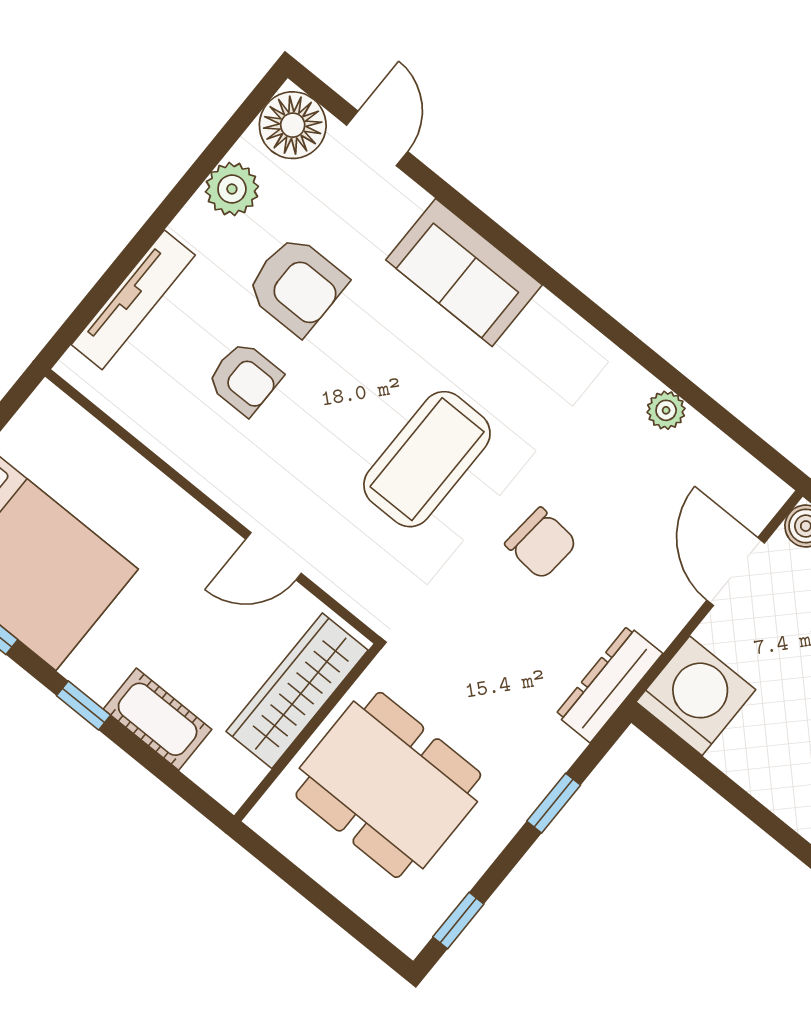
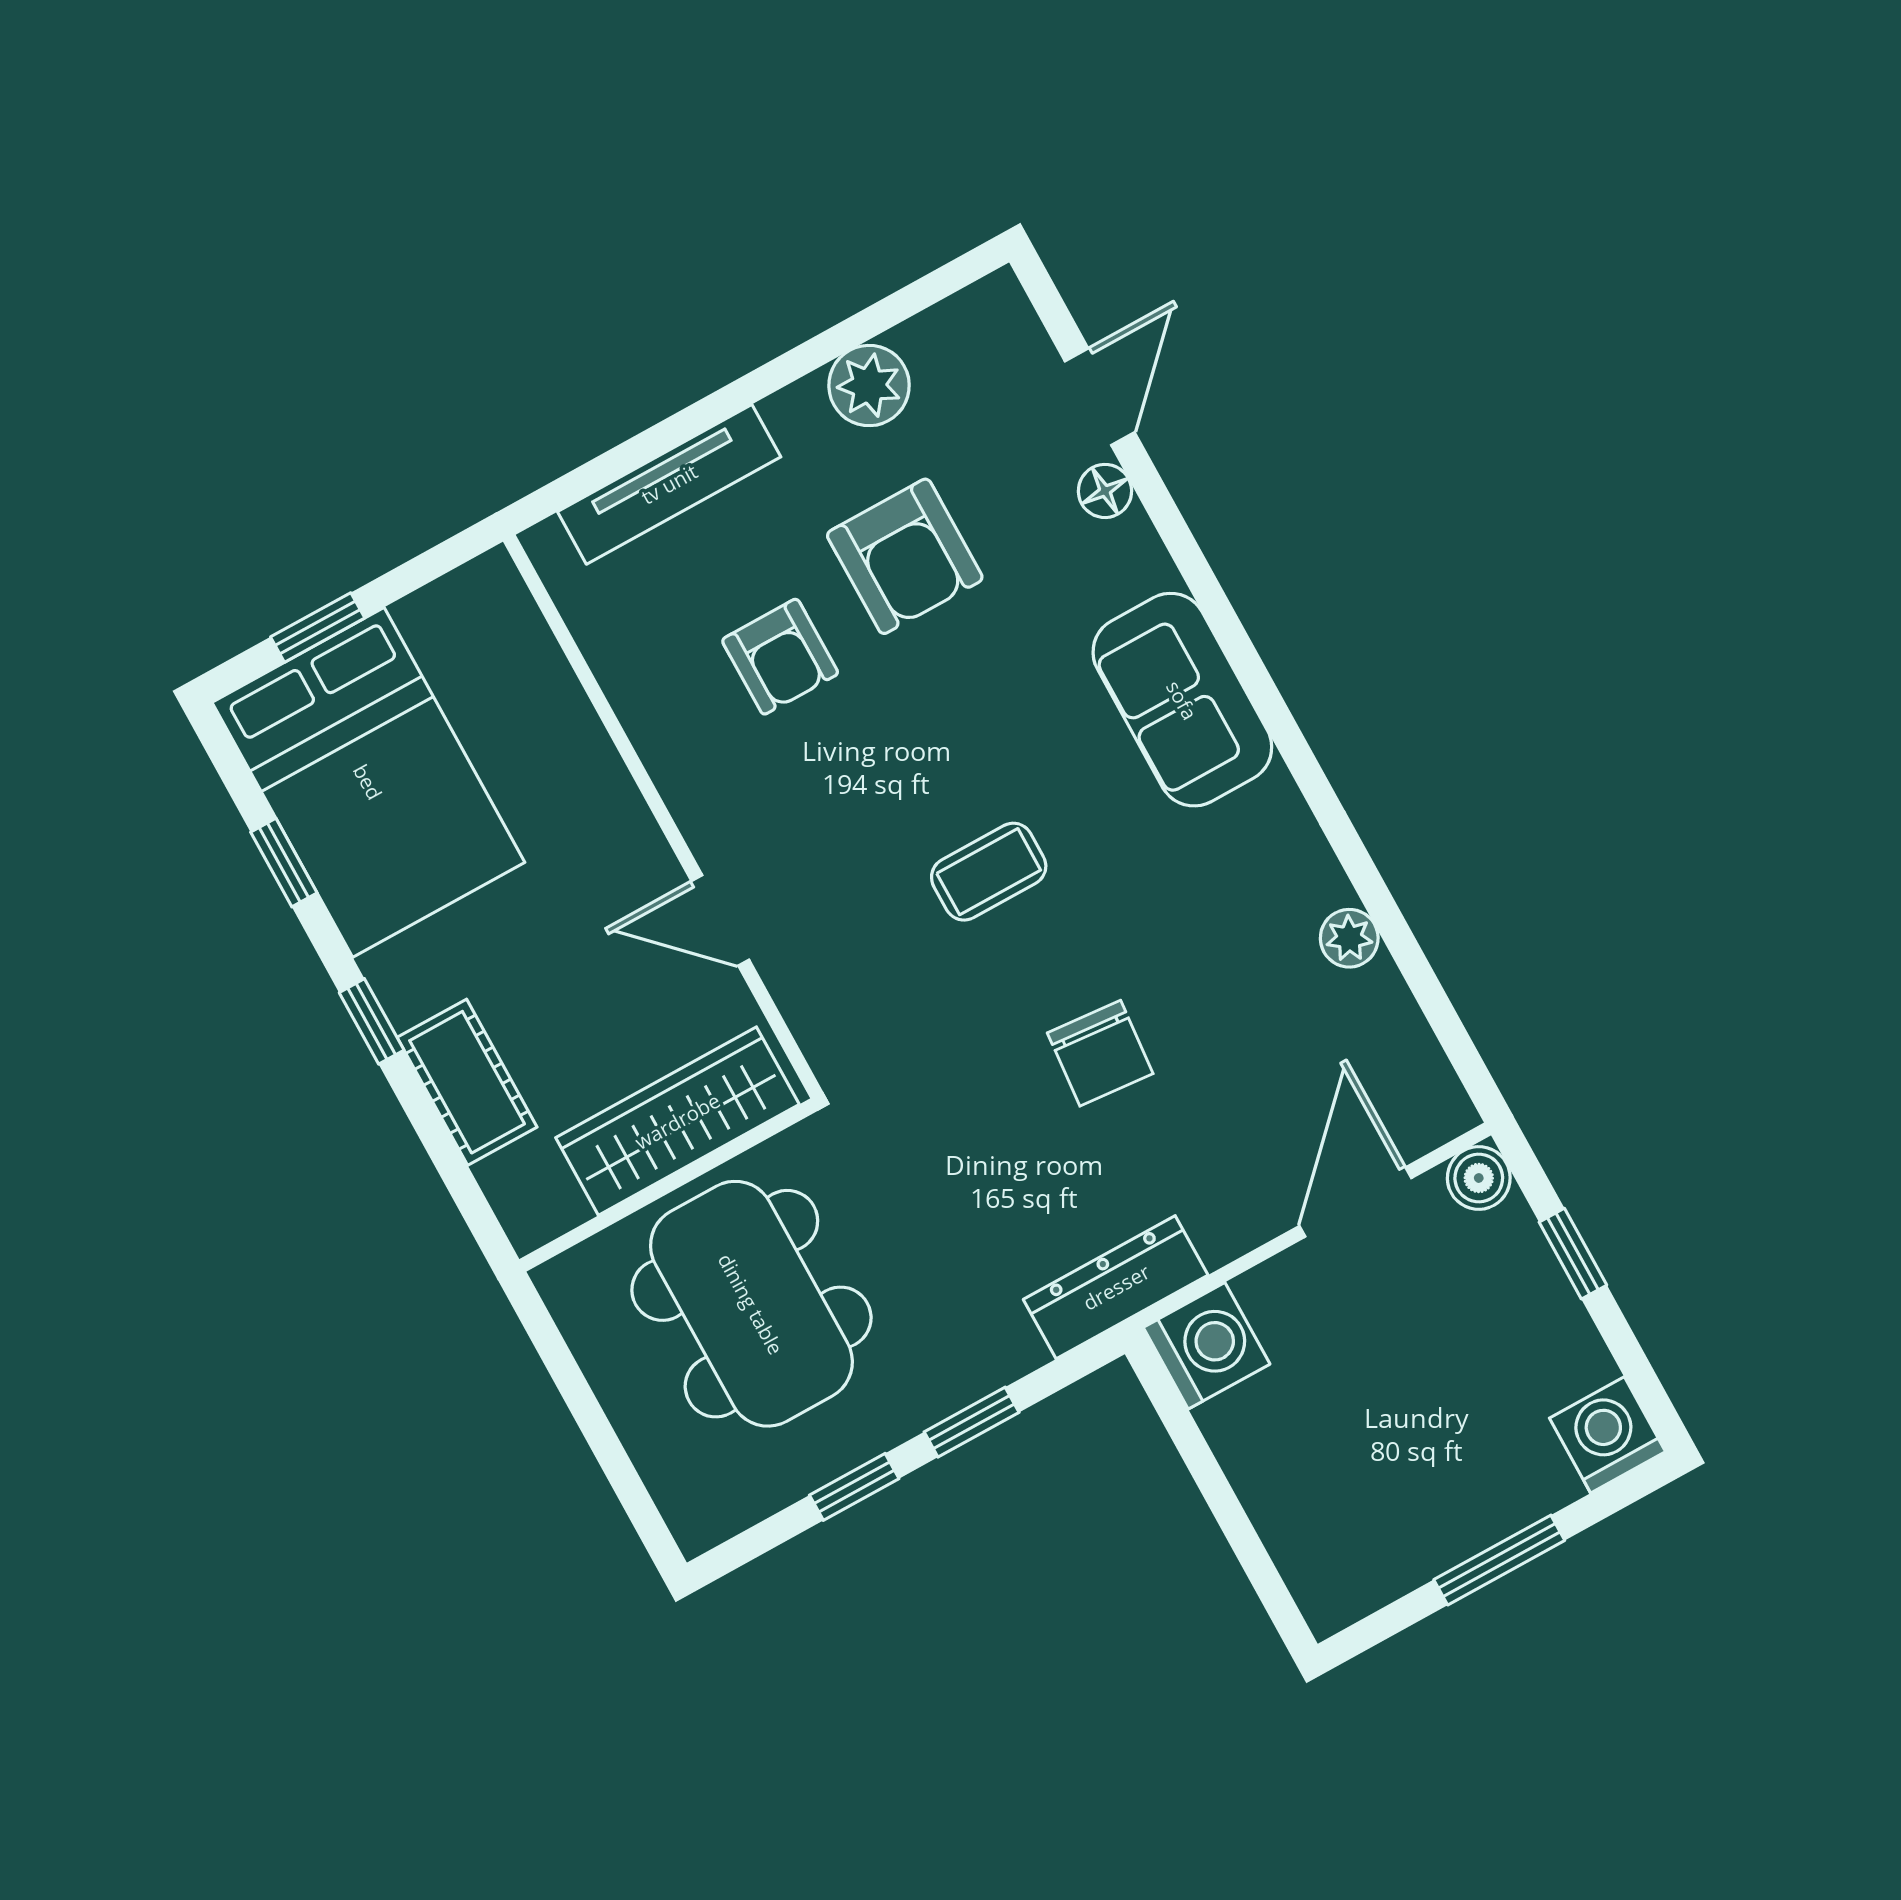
floor lamp: (293, 125) -> (1105, 491), moved, width x0.53, depth x0.53
sofa: (464, 272) -> (1182, 700), moved
coffee table: (427, 459) -> (989, 872), width x0.54, depth x0.58
washing machine: (696, 696) -> (1207, 1346), width x0.73, depth x0.73
window: (458, 920) -> (854, 1487), moved

